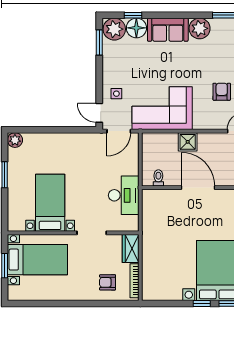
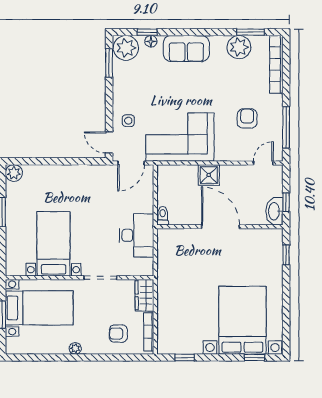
floor lamp: (136, 28) -> (151, 41), width x0.53, depth x0.53
plant: (200, 28) -> (239, 47), moved
toilet: (158, 178) -> (163, 216), moved
plant: (69, 295) -> (75, 348), added
window: (202, 304) -> (184, 357), moved

